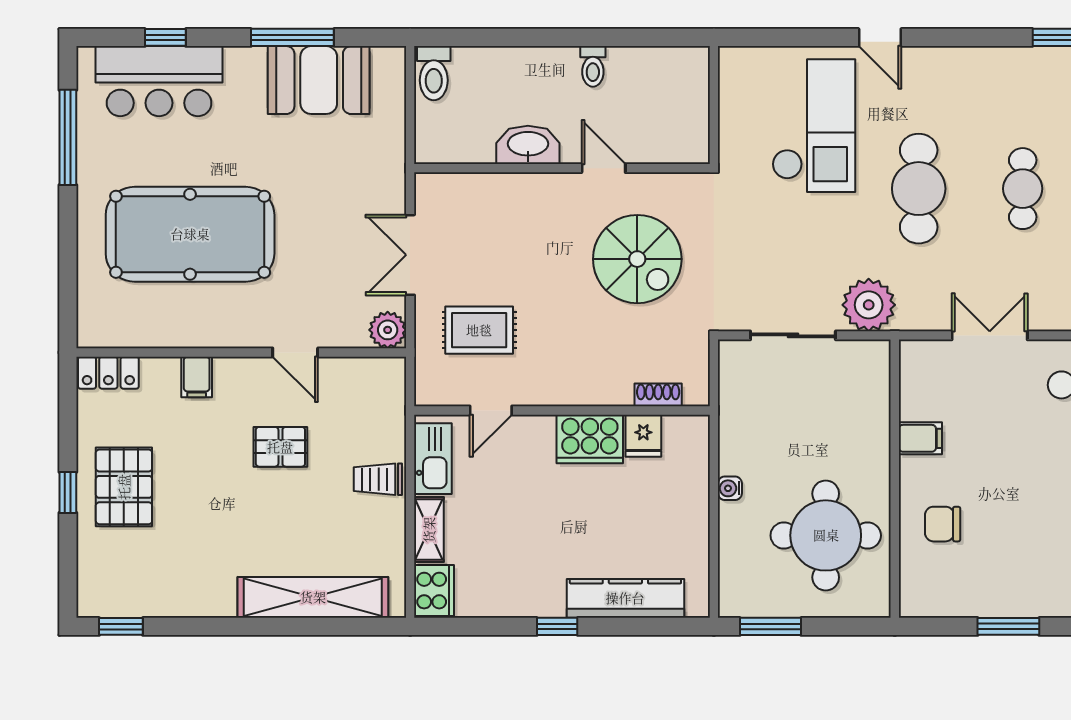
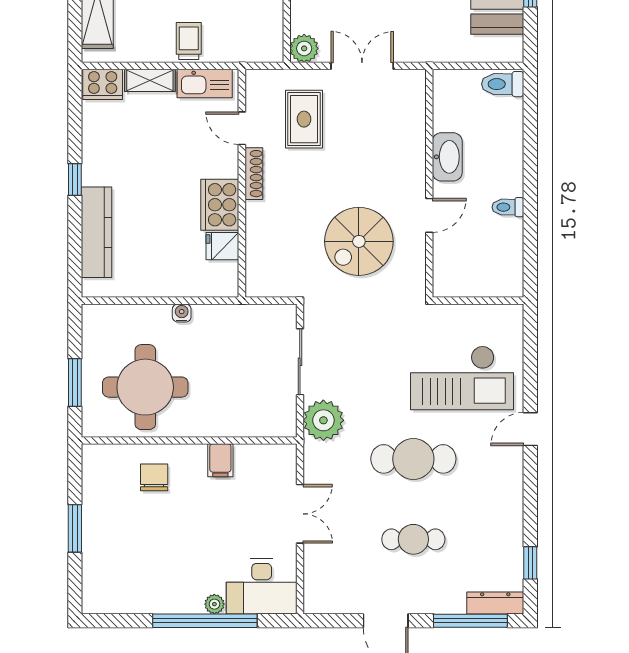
shoe rack: (658, 395) -> (254, 174), moved, width x1.43
window: (770, 626) -> (75, 383), moved

